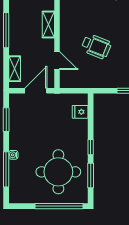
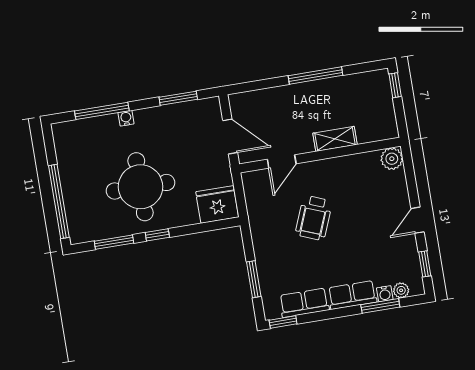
shelving: (15, 69) -> (258, 98), removed
fridge: (80, 112) -> (217, 204), width x1.88, depth x1.34
round table: (58, 172) -> (141, 187), moved

